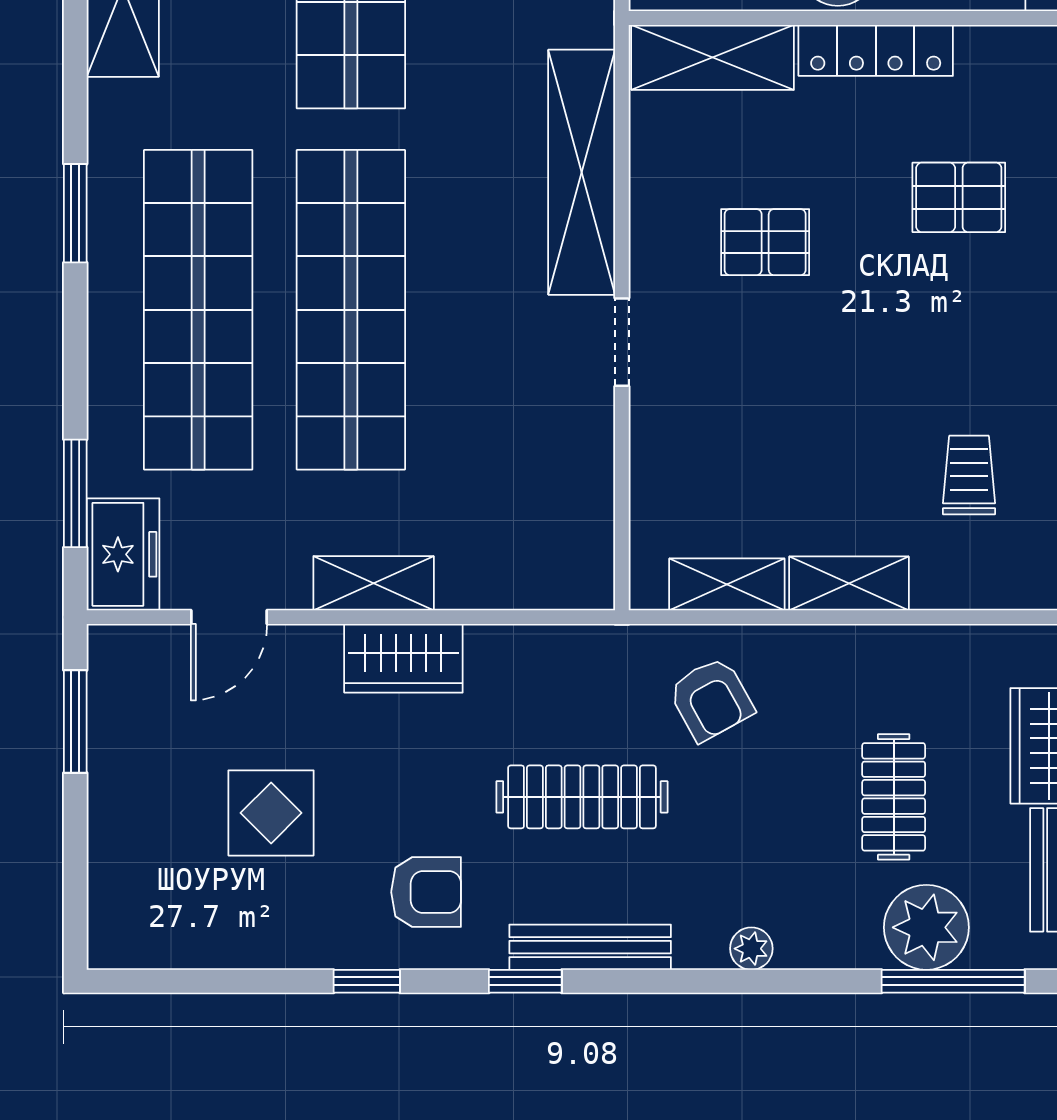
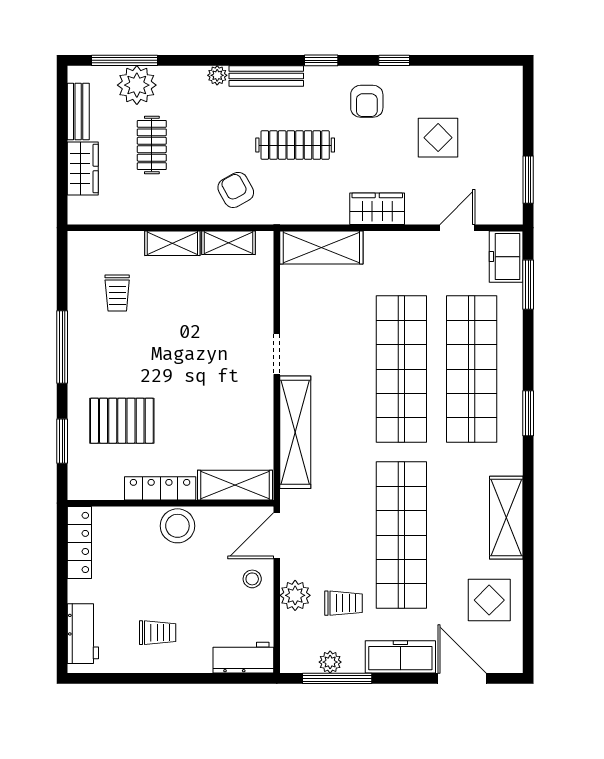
pallet: (959, 197) -> (122, 421), width x1.50, depth x1.42
pallet: (765, 242) -> (211, 400), removed
shelving: (374, 583) -> (321, 247), moved, width x1.50, depth x1.33
armchair: (426, 892) -> (367, 101), turned -90
bench: (590, 947) -> (266, 76), moved

